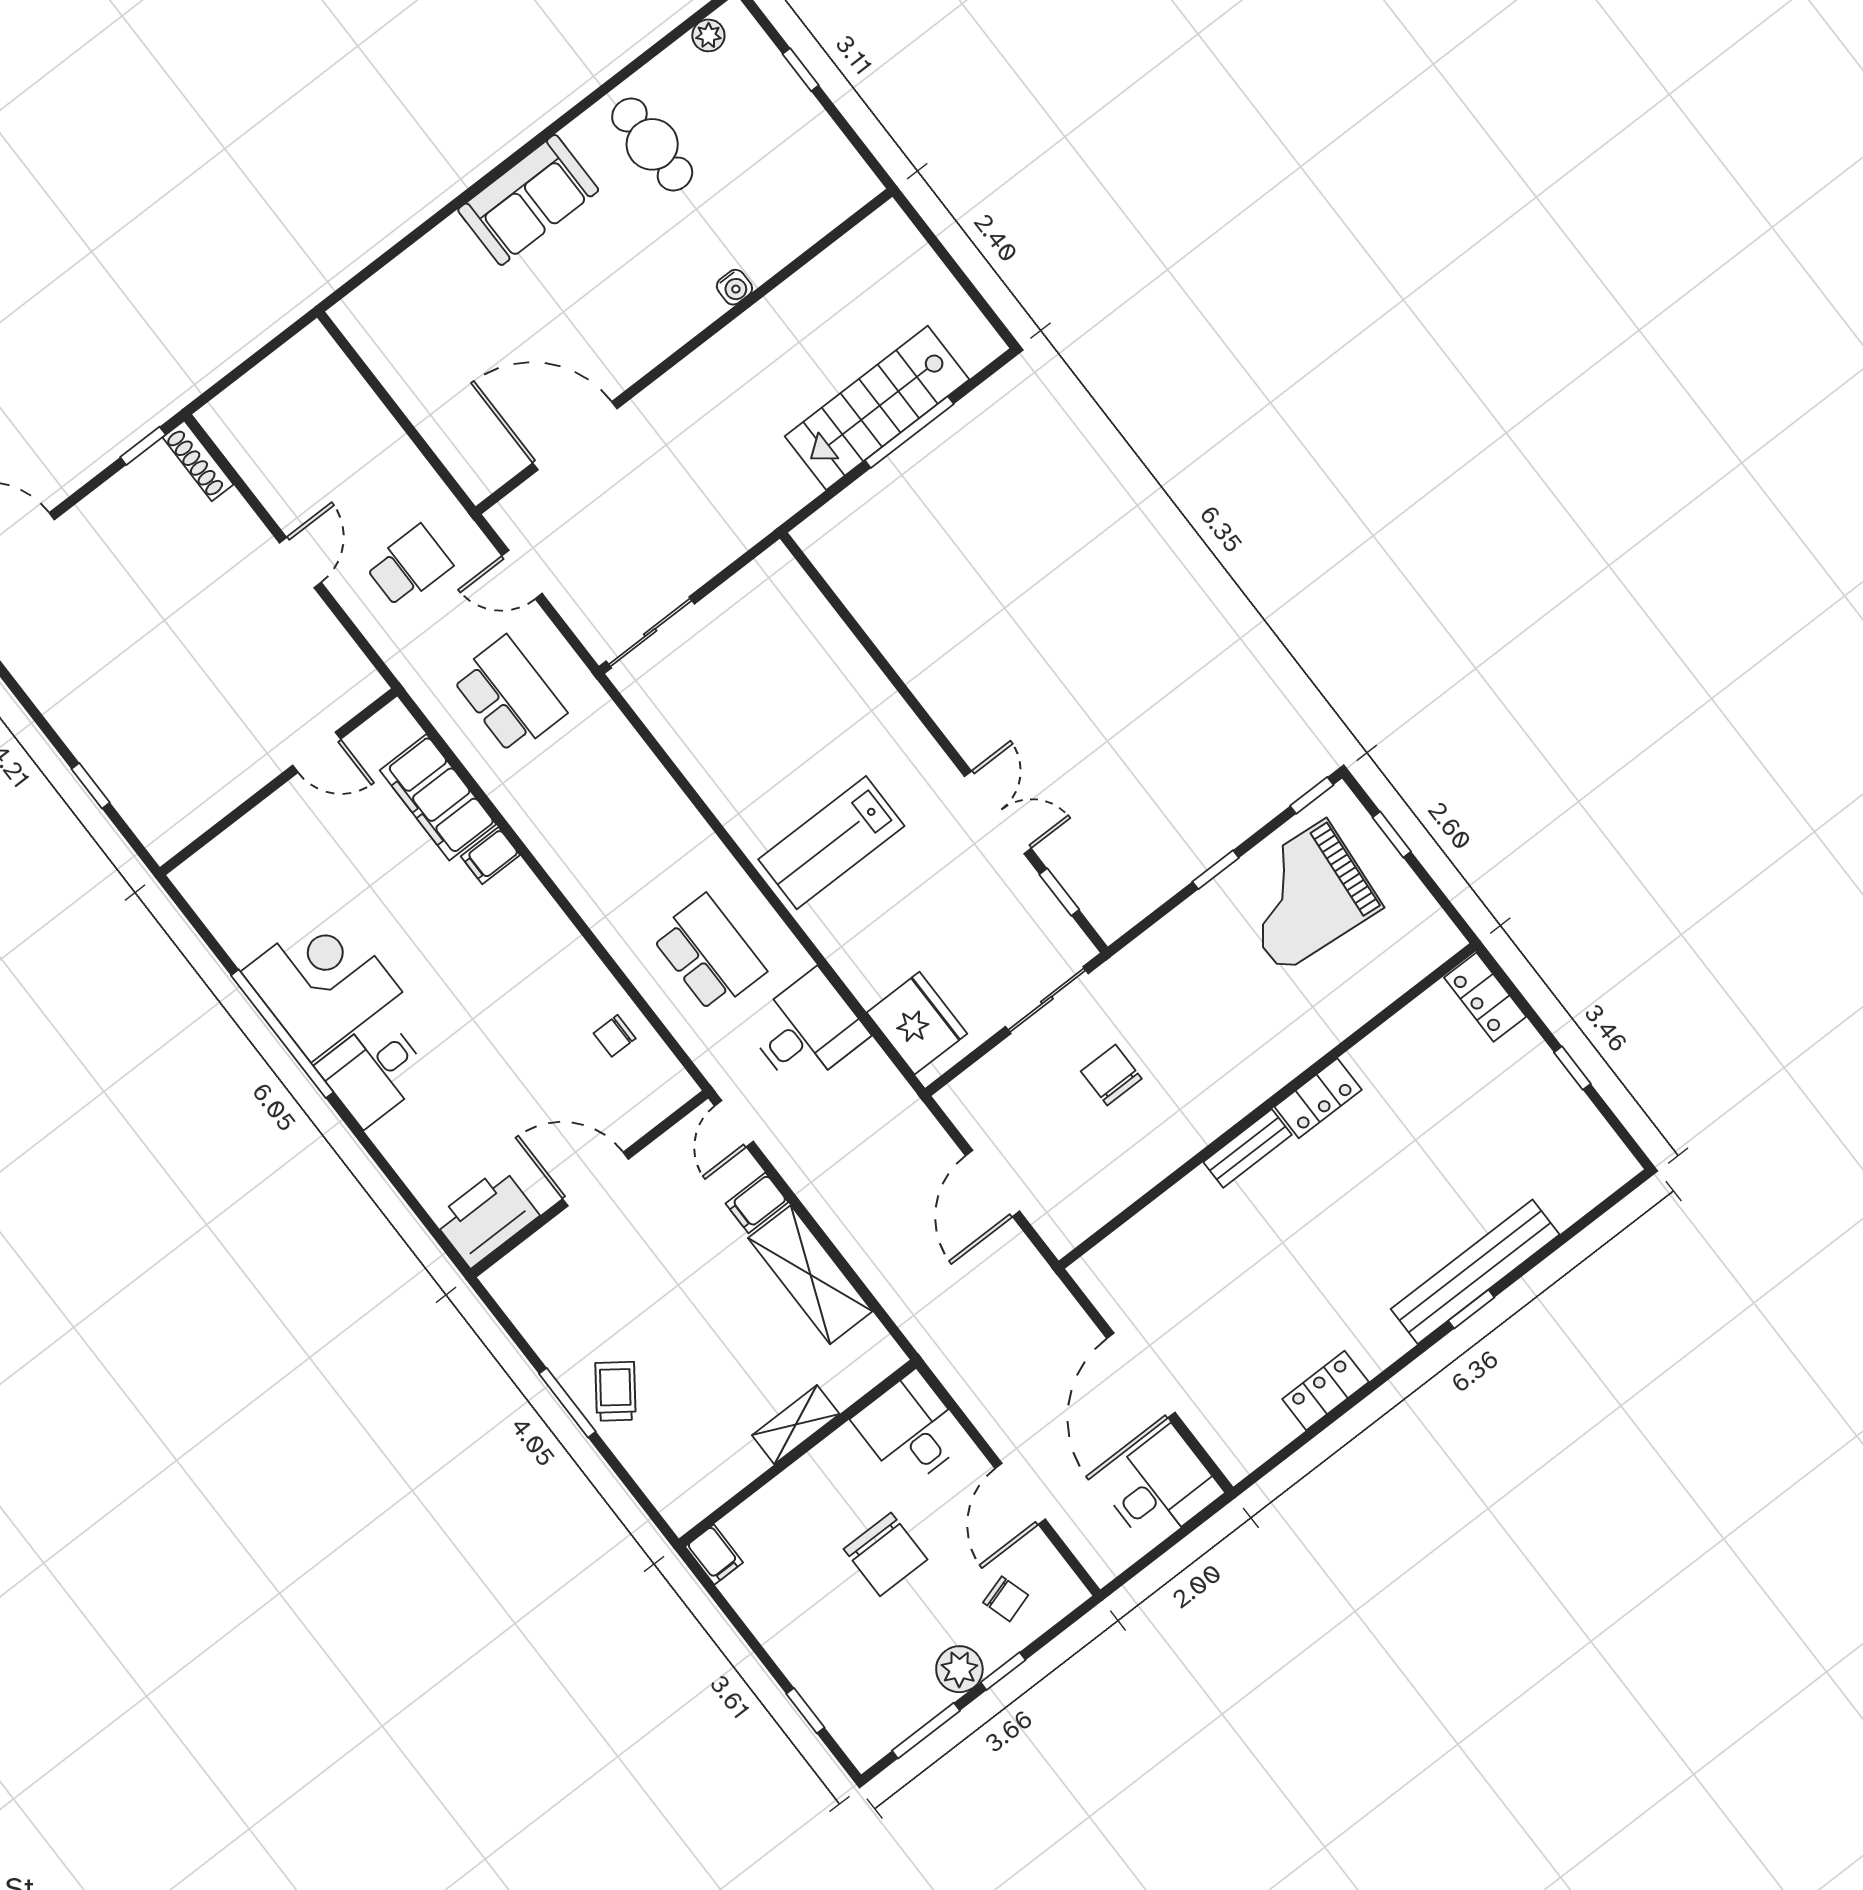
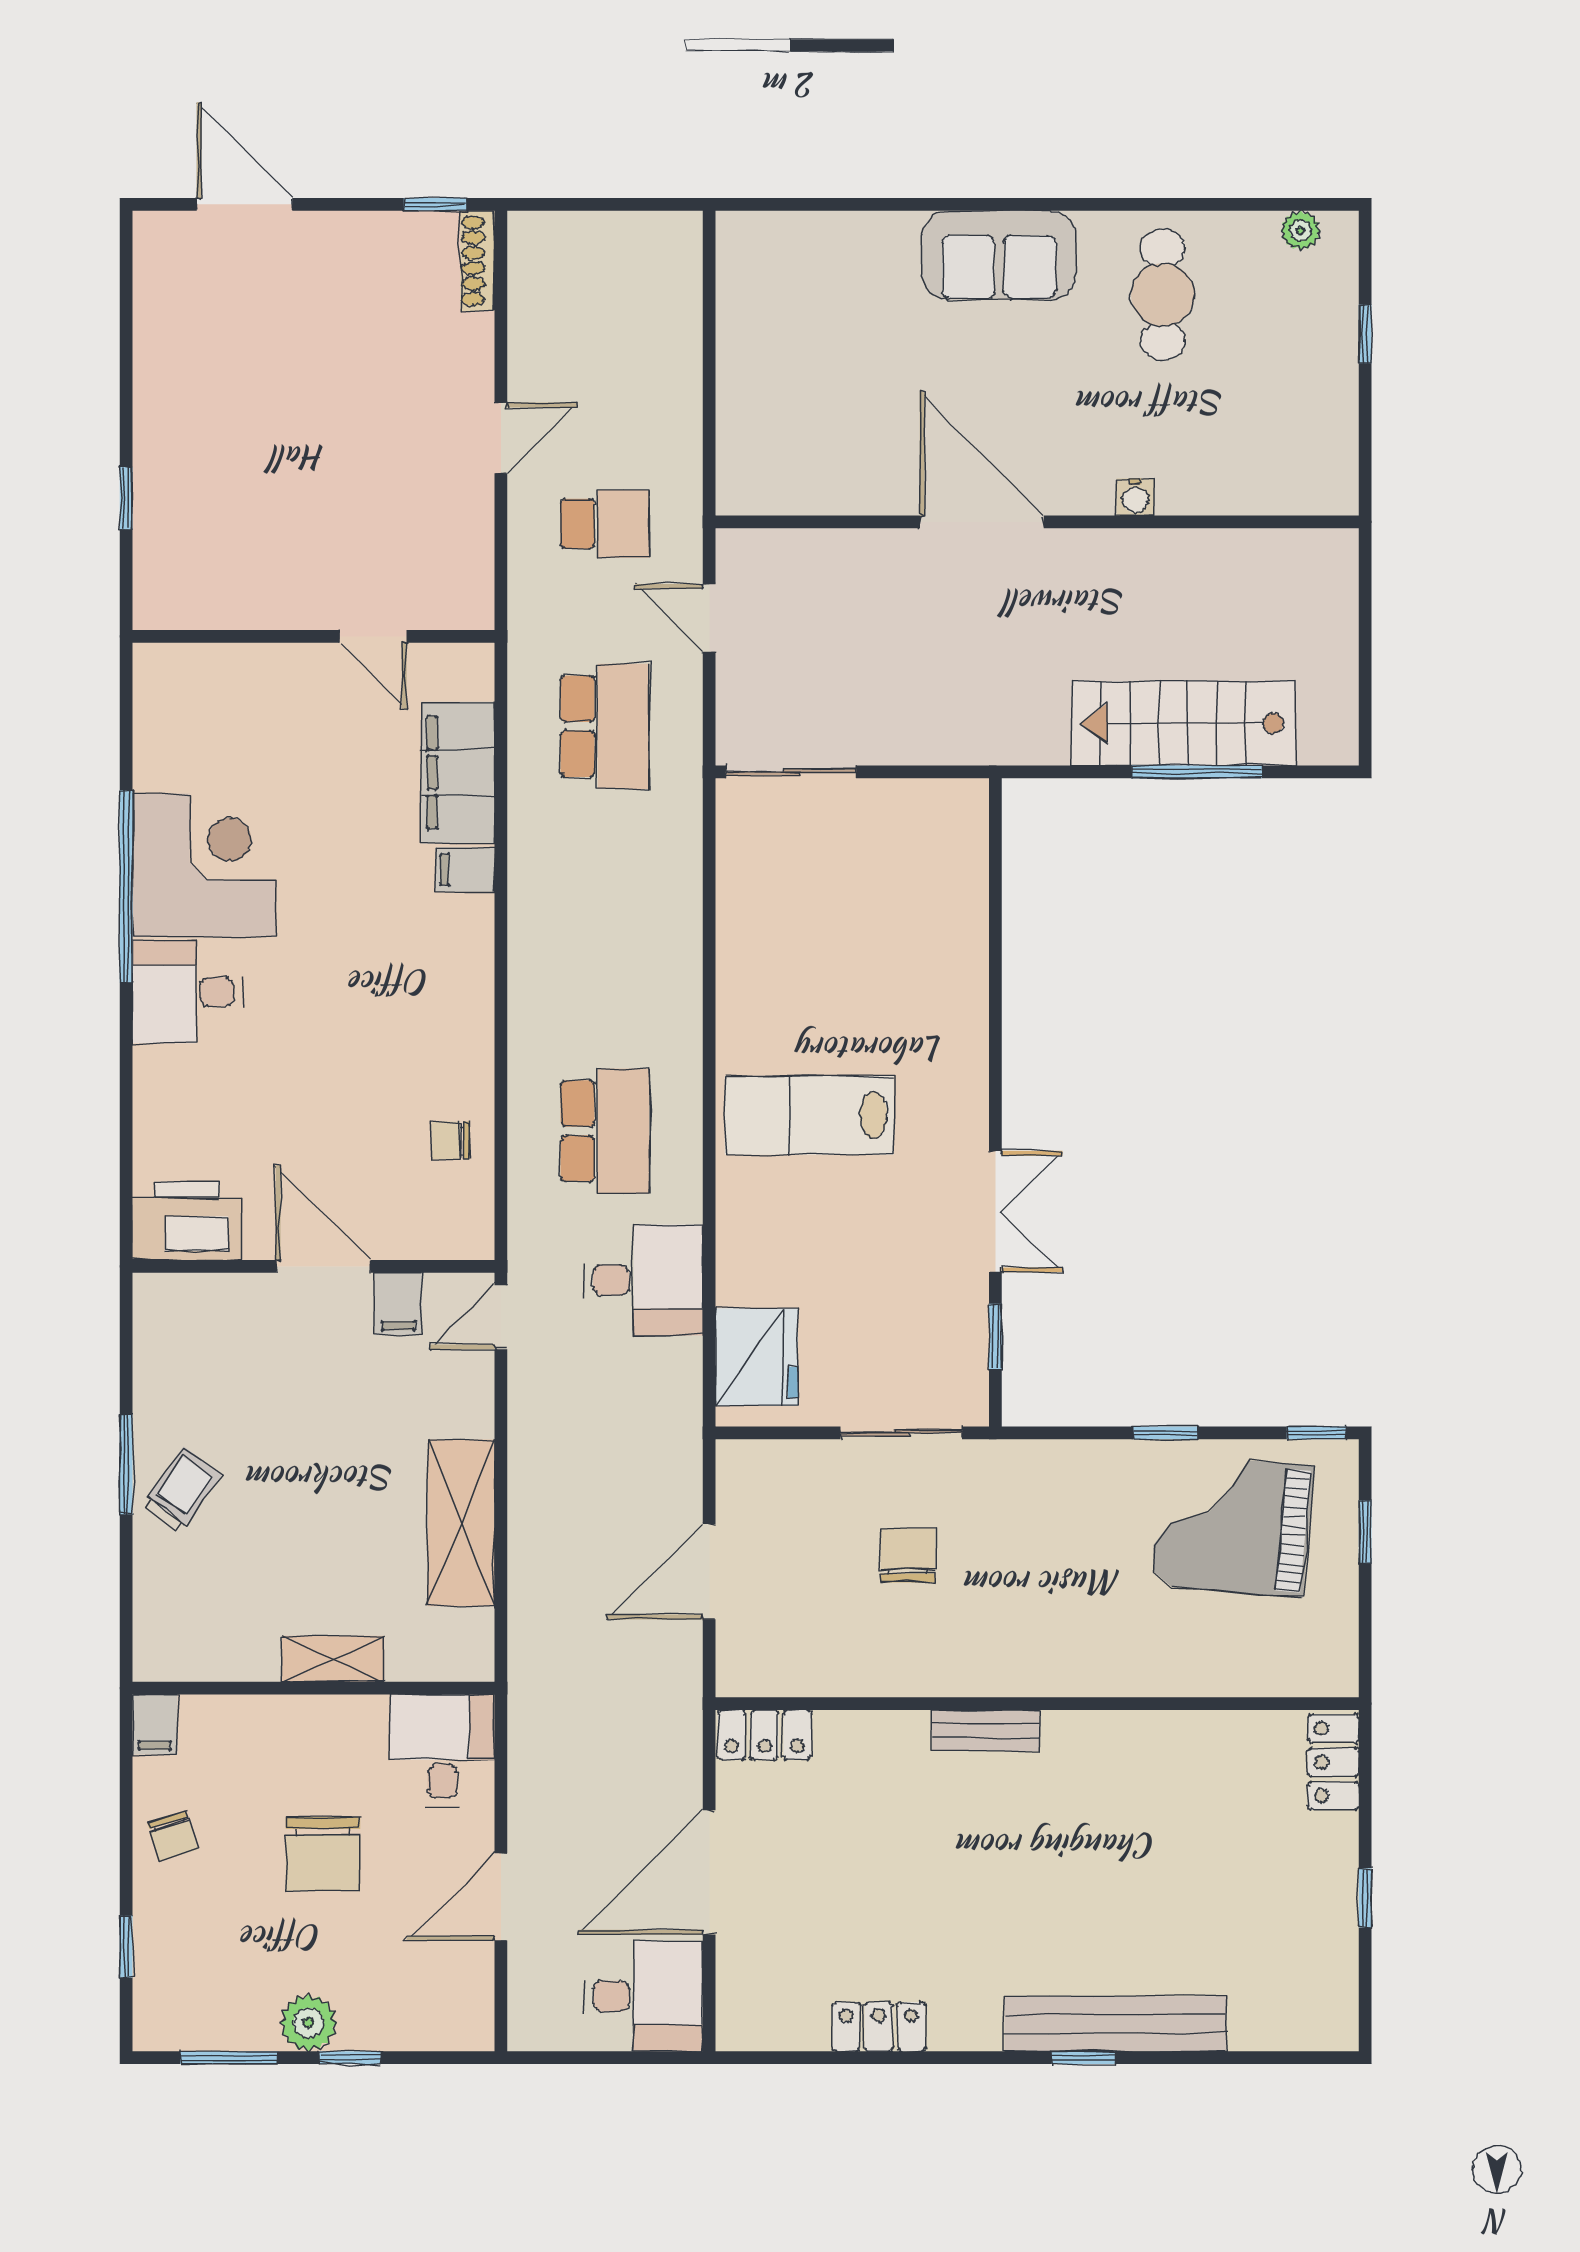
door: (575, 436) -> (982, 522), moved
locker: (1318, 1098) -> (765, 1735), moved
filing cabinet: (757, 1203) -> (398, 1304), moved, turned -90
chair: (1006, 1599) -> (173, 1836), moved

